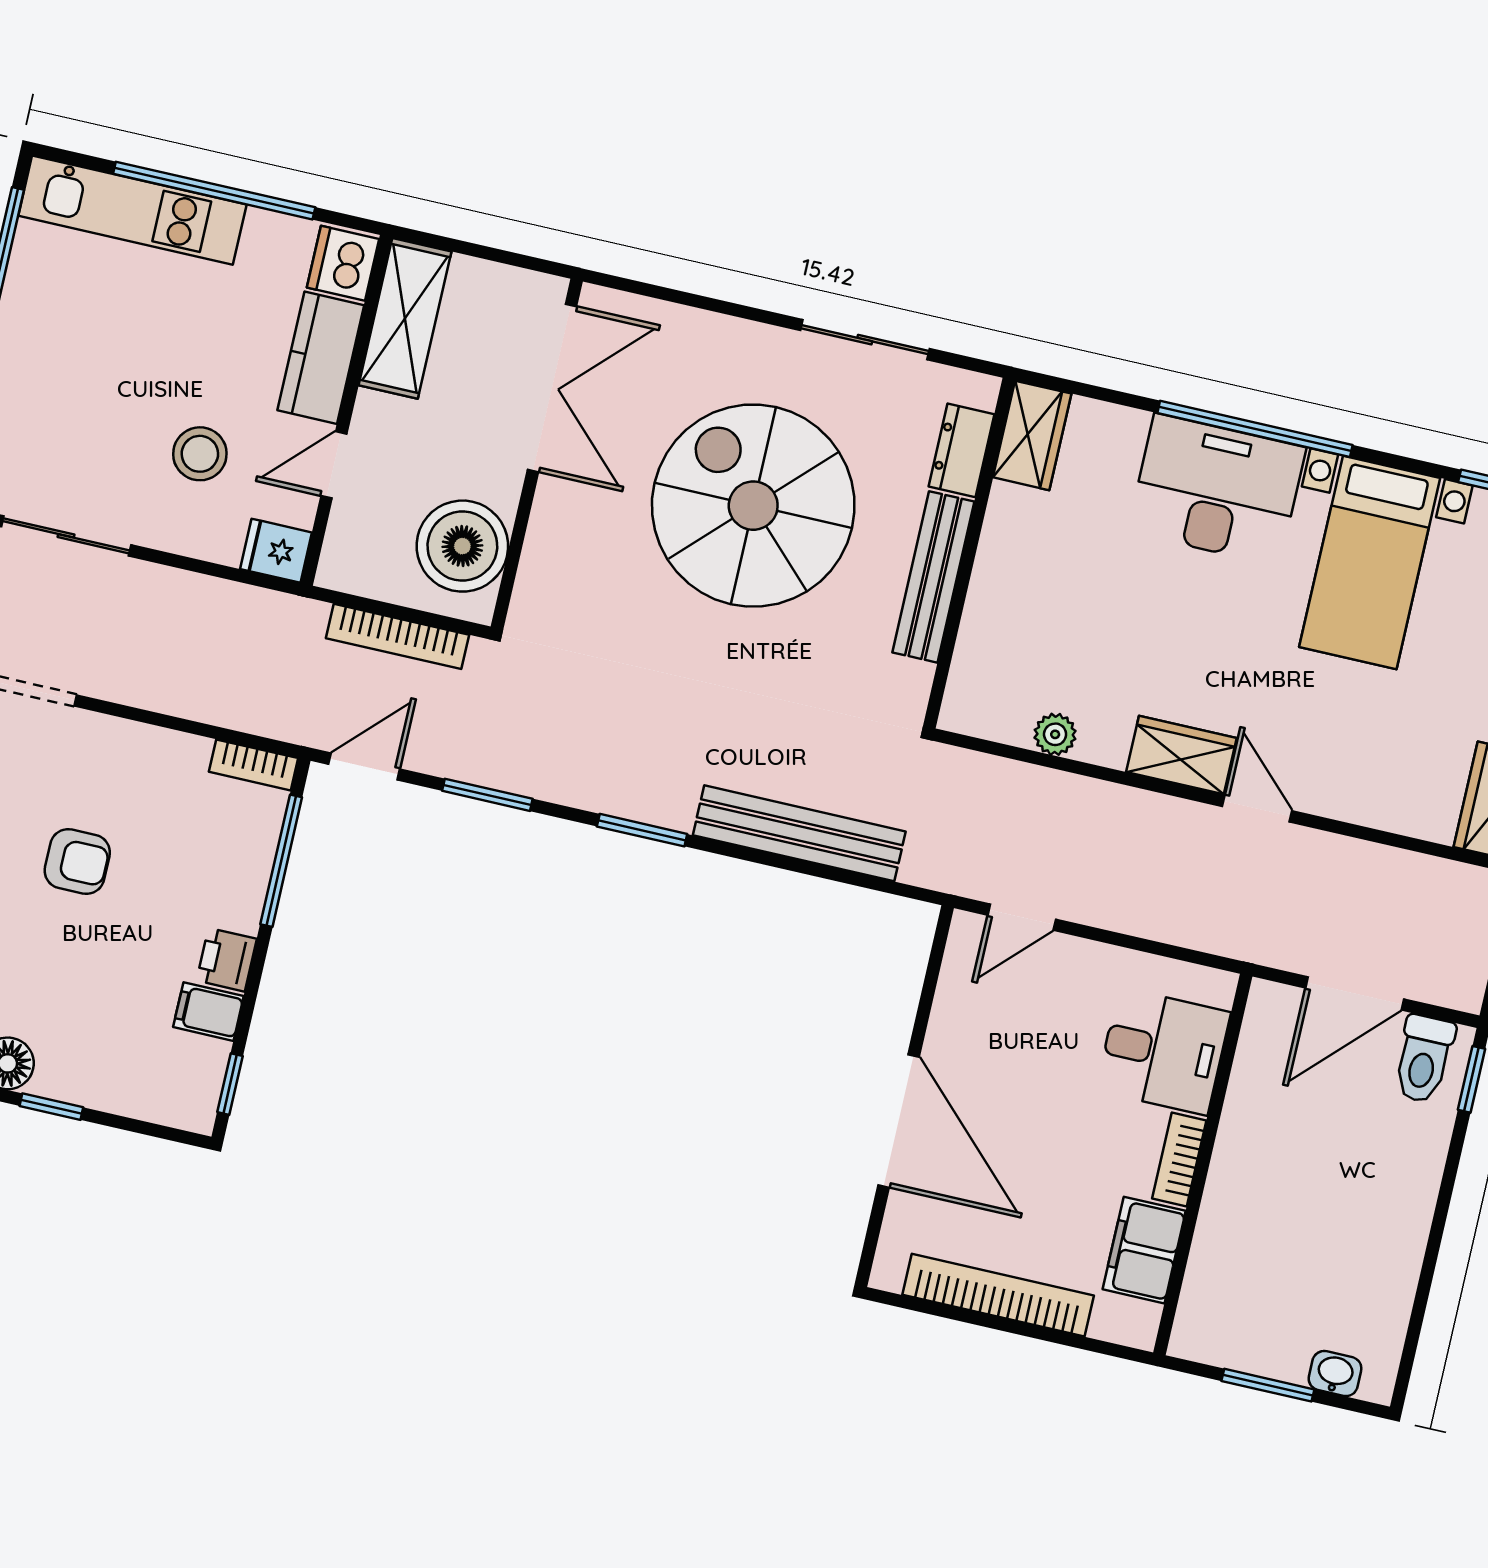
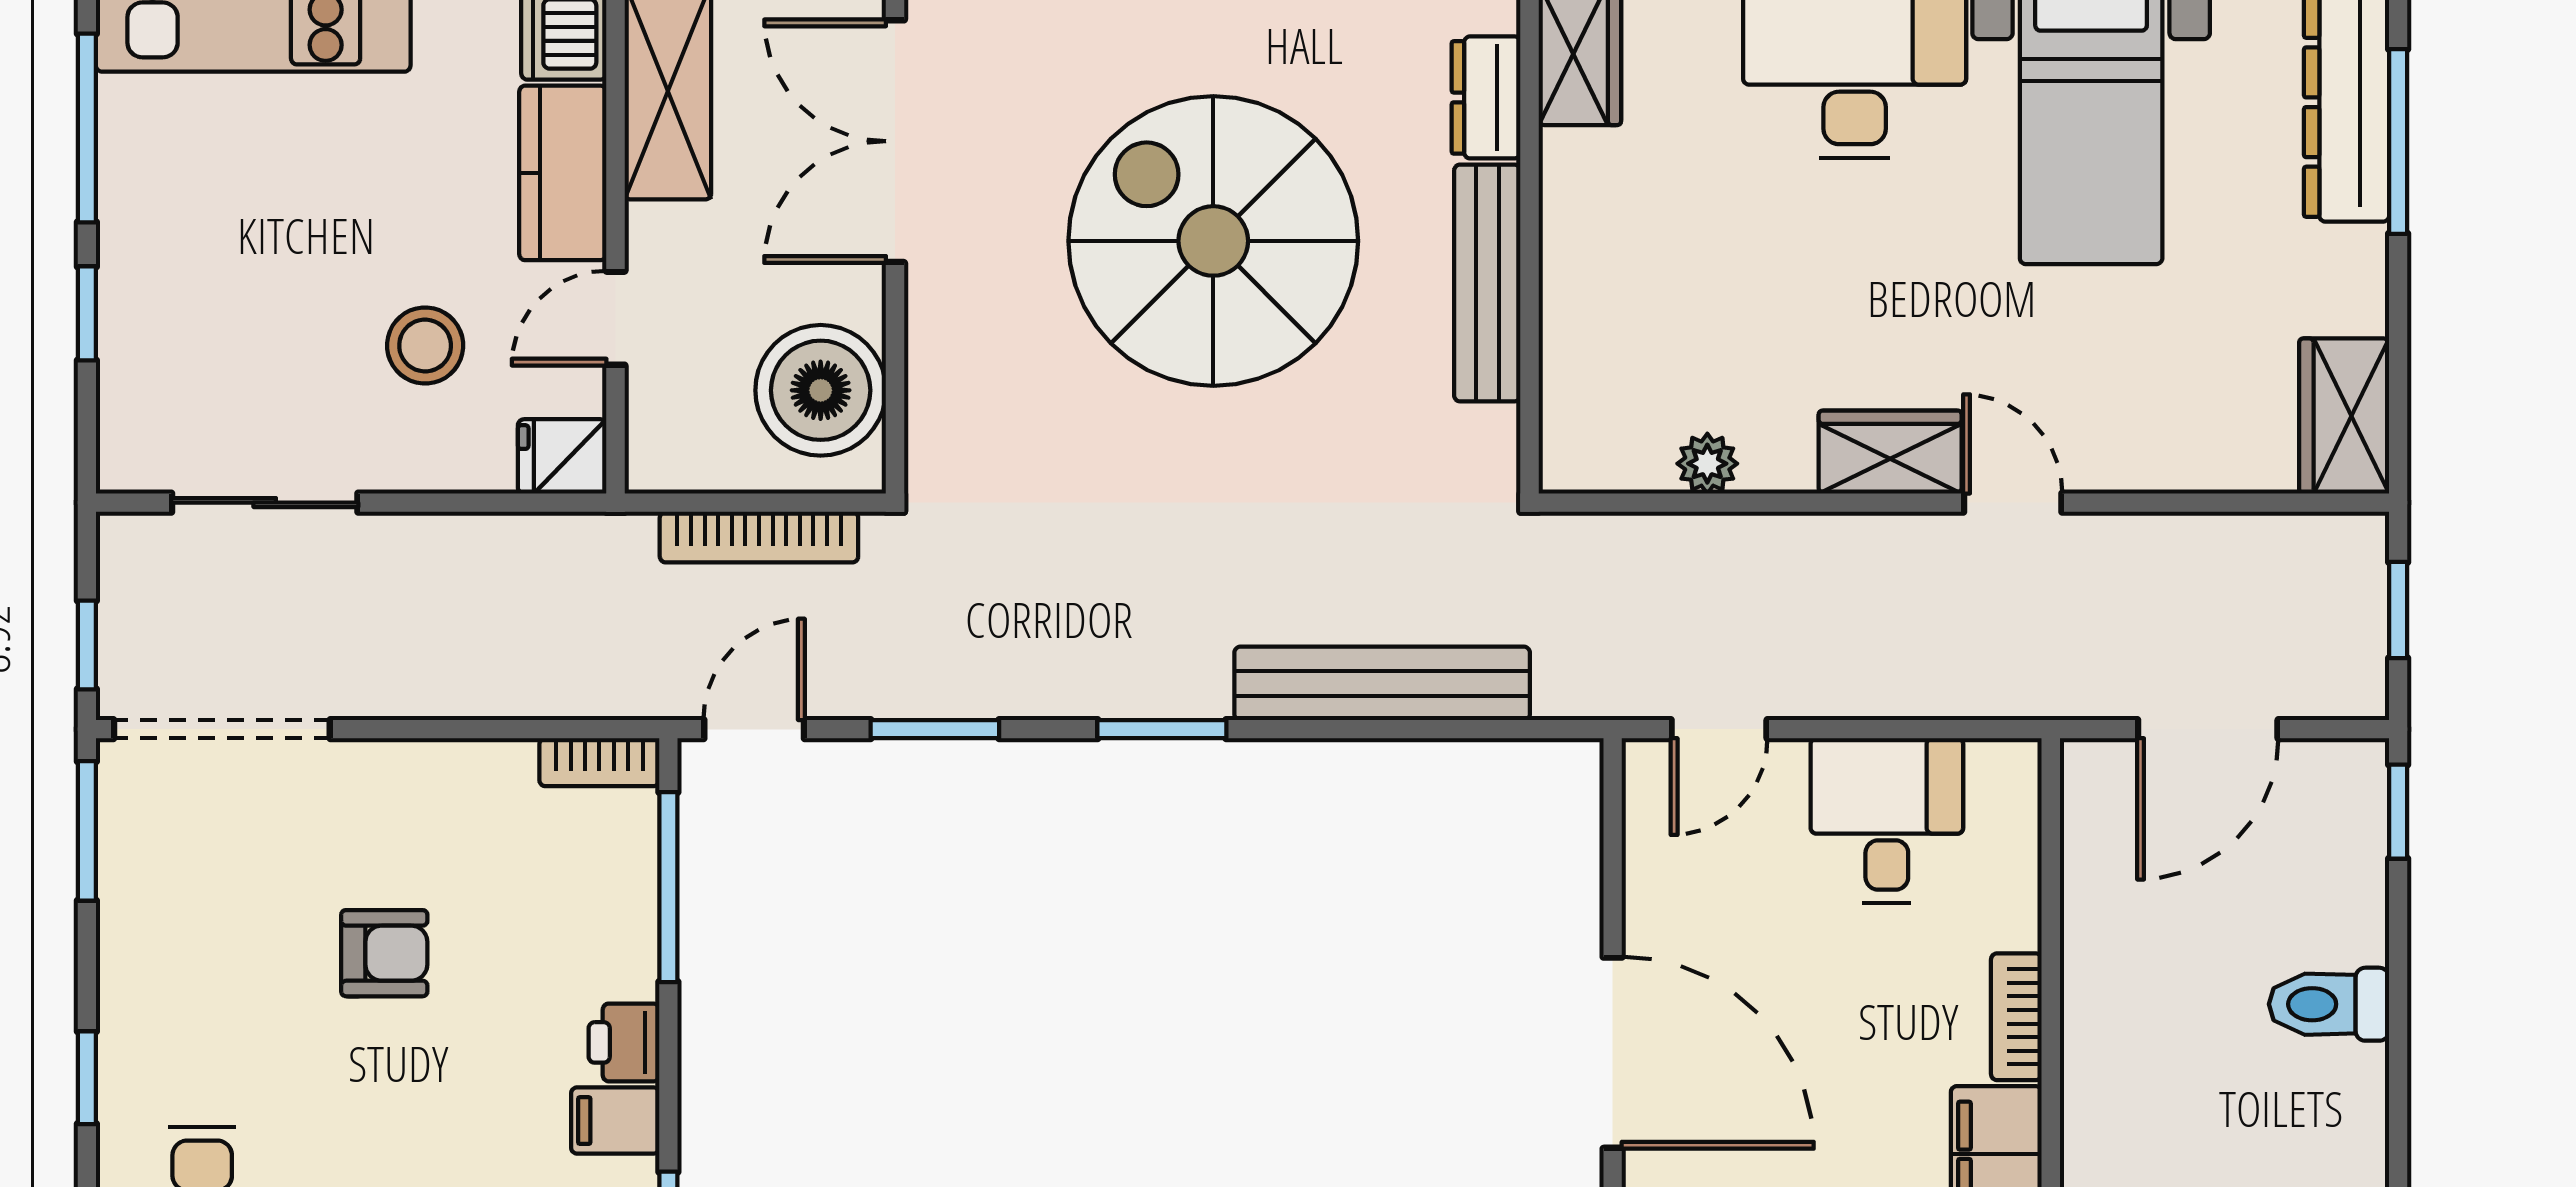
double door: (552, 388) -> (895, 141), swing flipped
desk: (1163, 1051) -> (1887, 821), moved, turned -90
toilet: (1424, 1059) -> (2329, 1004), moved, turned 90

